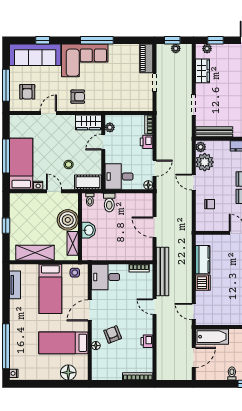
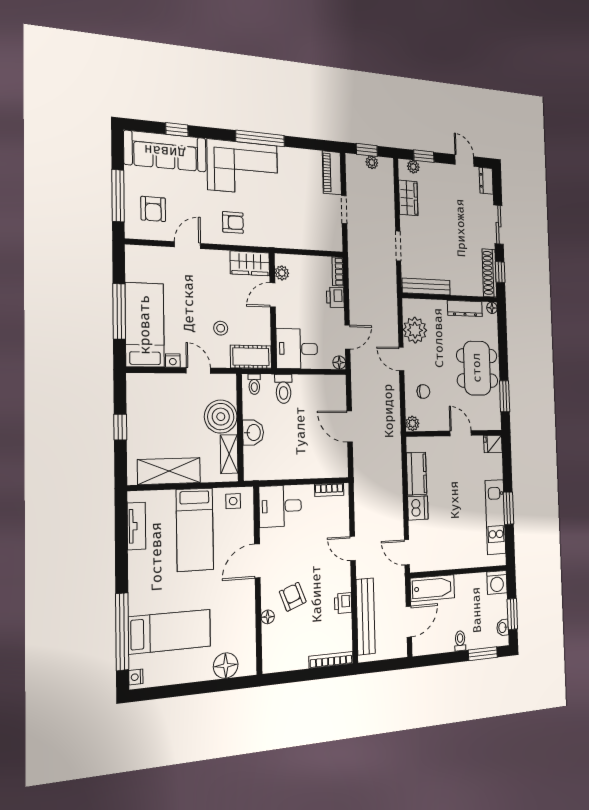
plant: (201, 147) -> (412, 423), moved
bench: (162, 271) -> (366, 616), moved
bed: (63, 343) -> (170, 632), moved, turned 180

